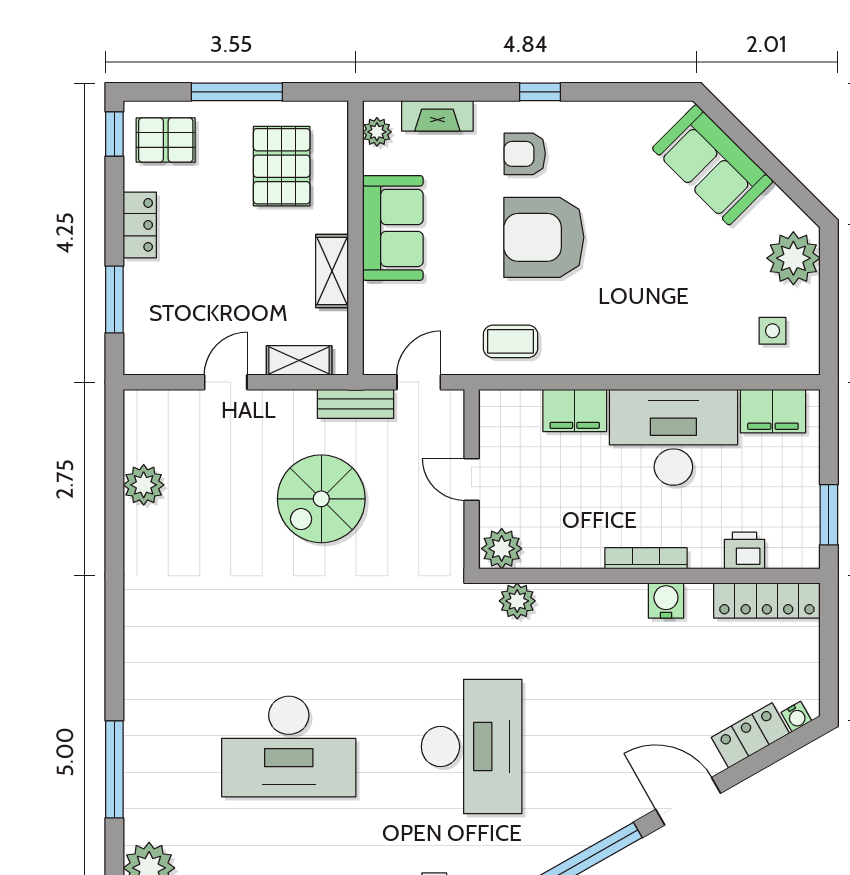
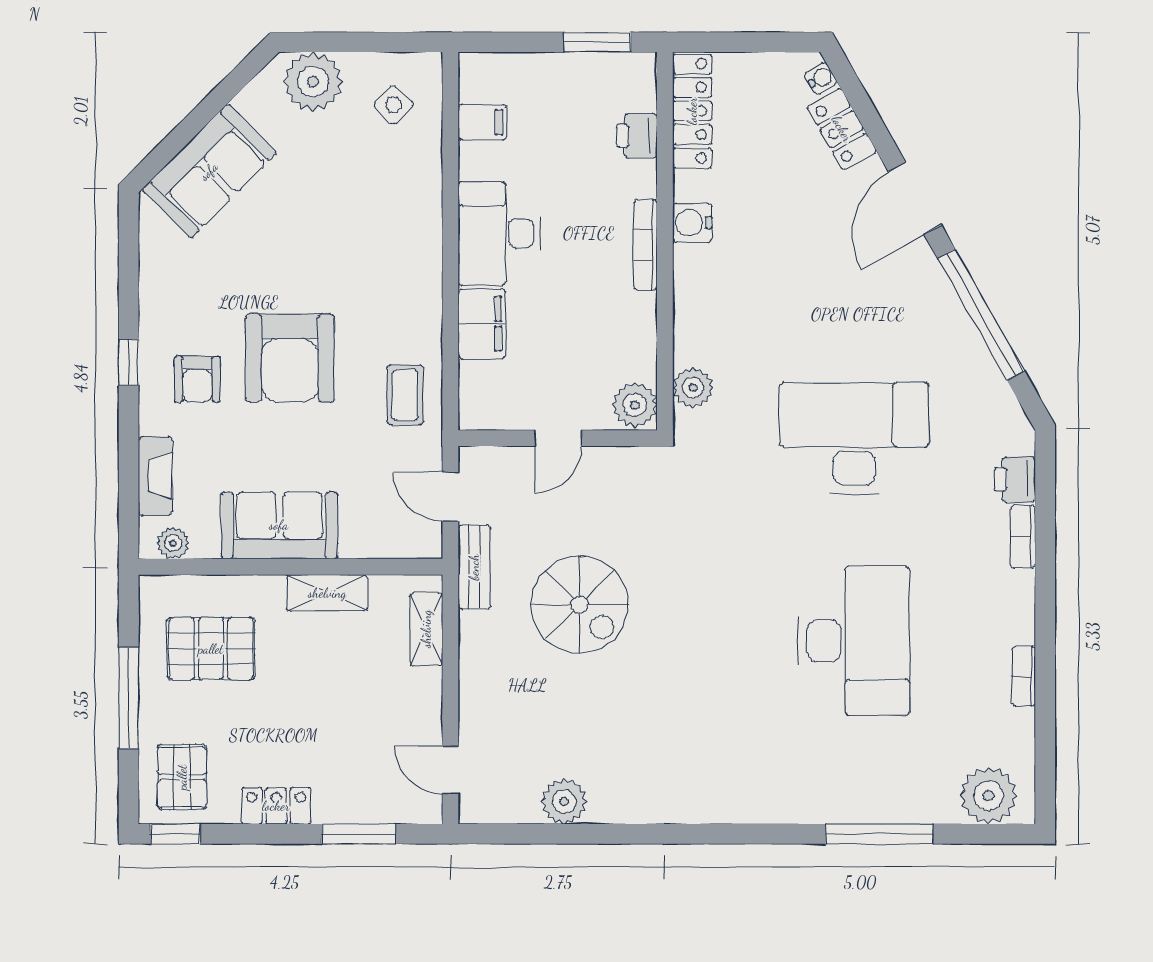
side table: (773, 331) -> (393, 105), turned 45
door: (226, 382) -> (450, 770), moved
filing cabinet: (773, 411) -> (482, 122), width x0.50
desk: (673, 437) -> (499, 233), width x0.73, depth x0.77

